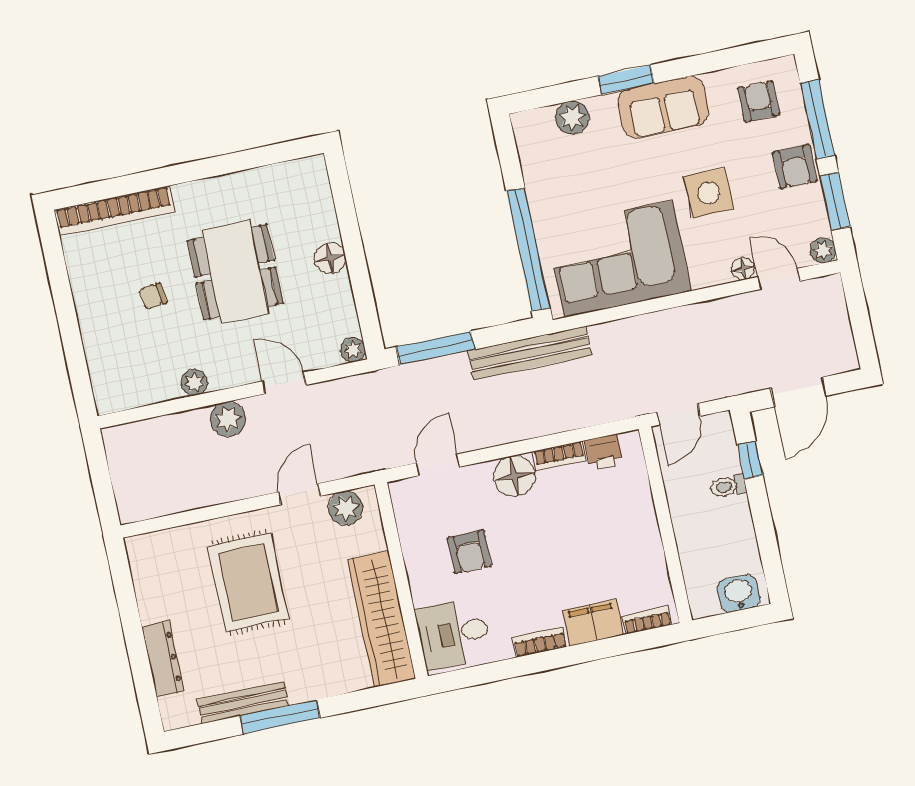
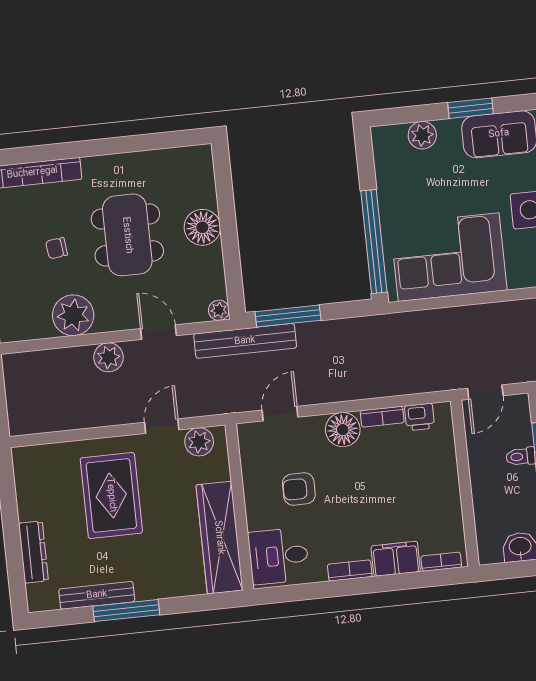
floor lamp: (330, 258) -> (202, 227), width x1.38, depth x1.38
bench: (530, 353) -> (245, 341), moved
plant: (194, 382) -> (73, 315), width x1.87, depth x1.87
armchair: (469, 552) -> (299, 489), turned 90

